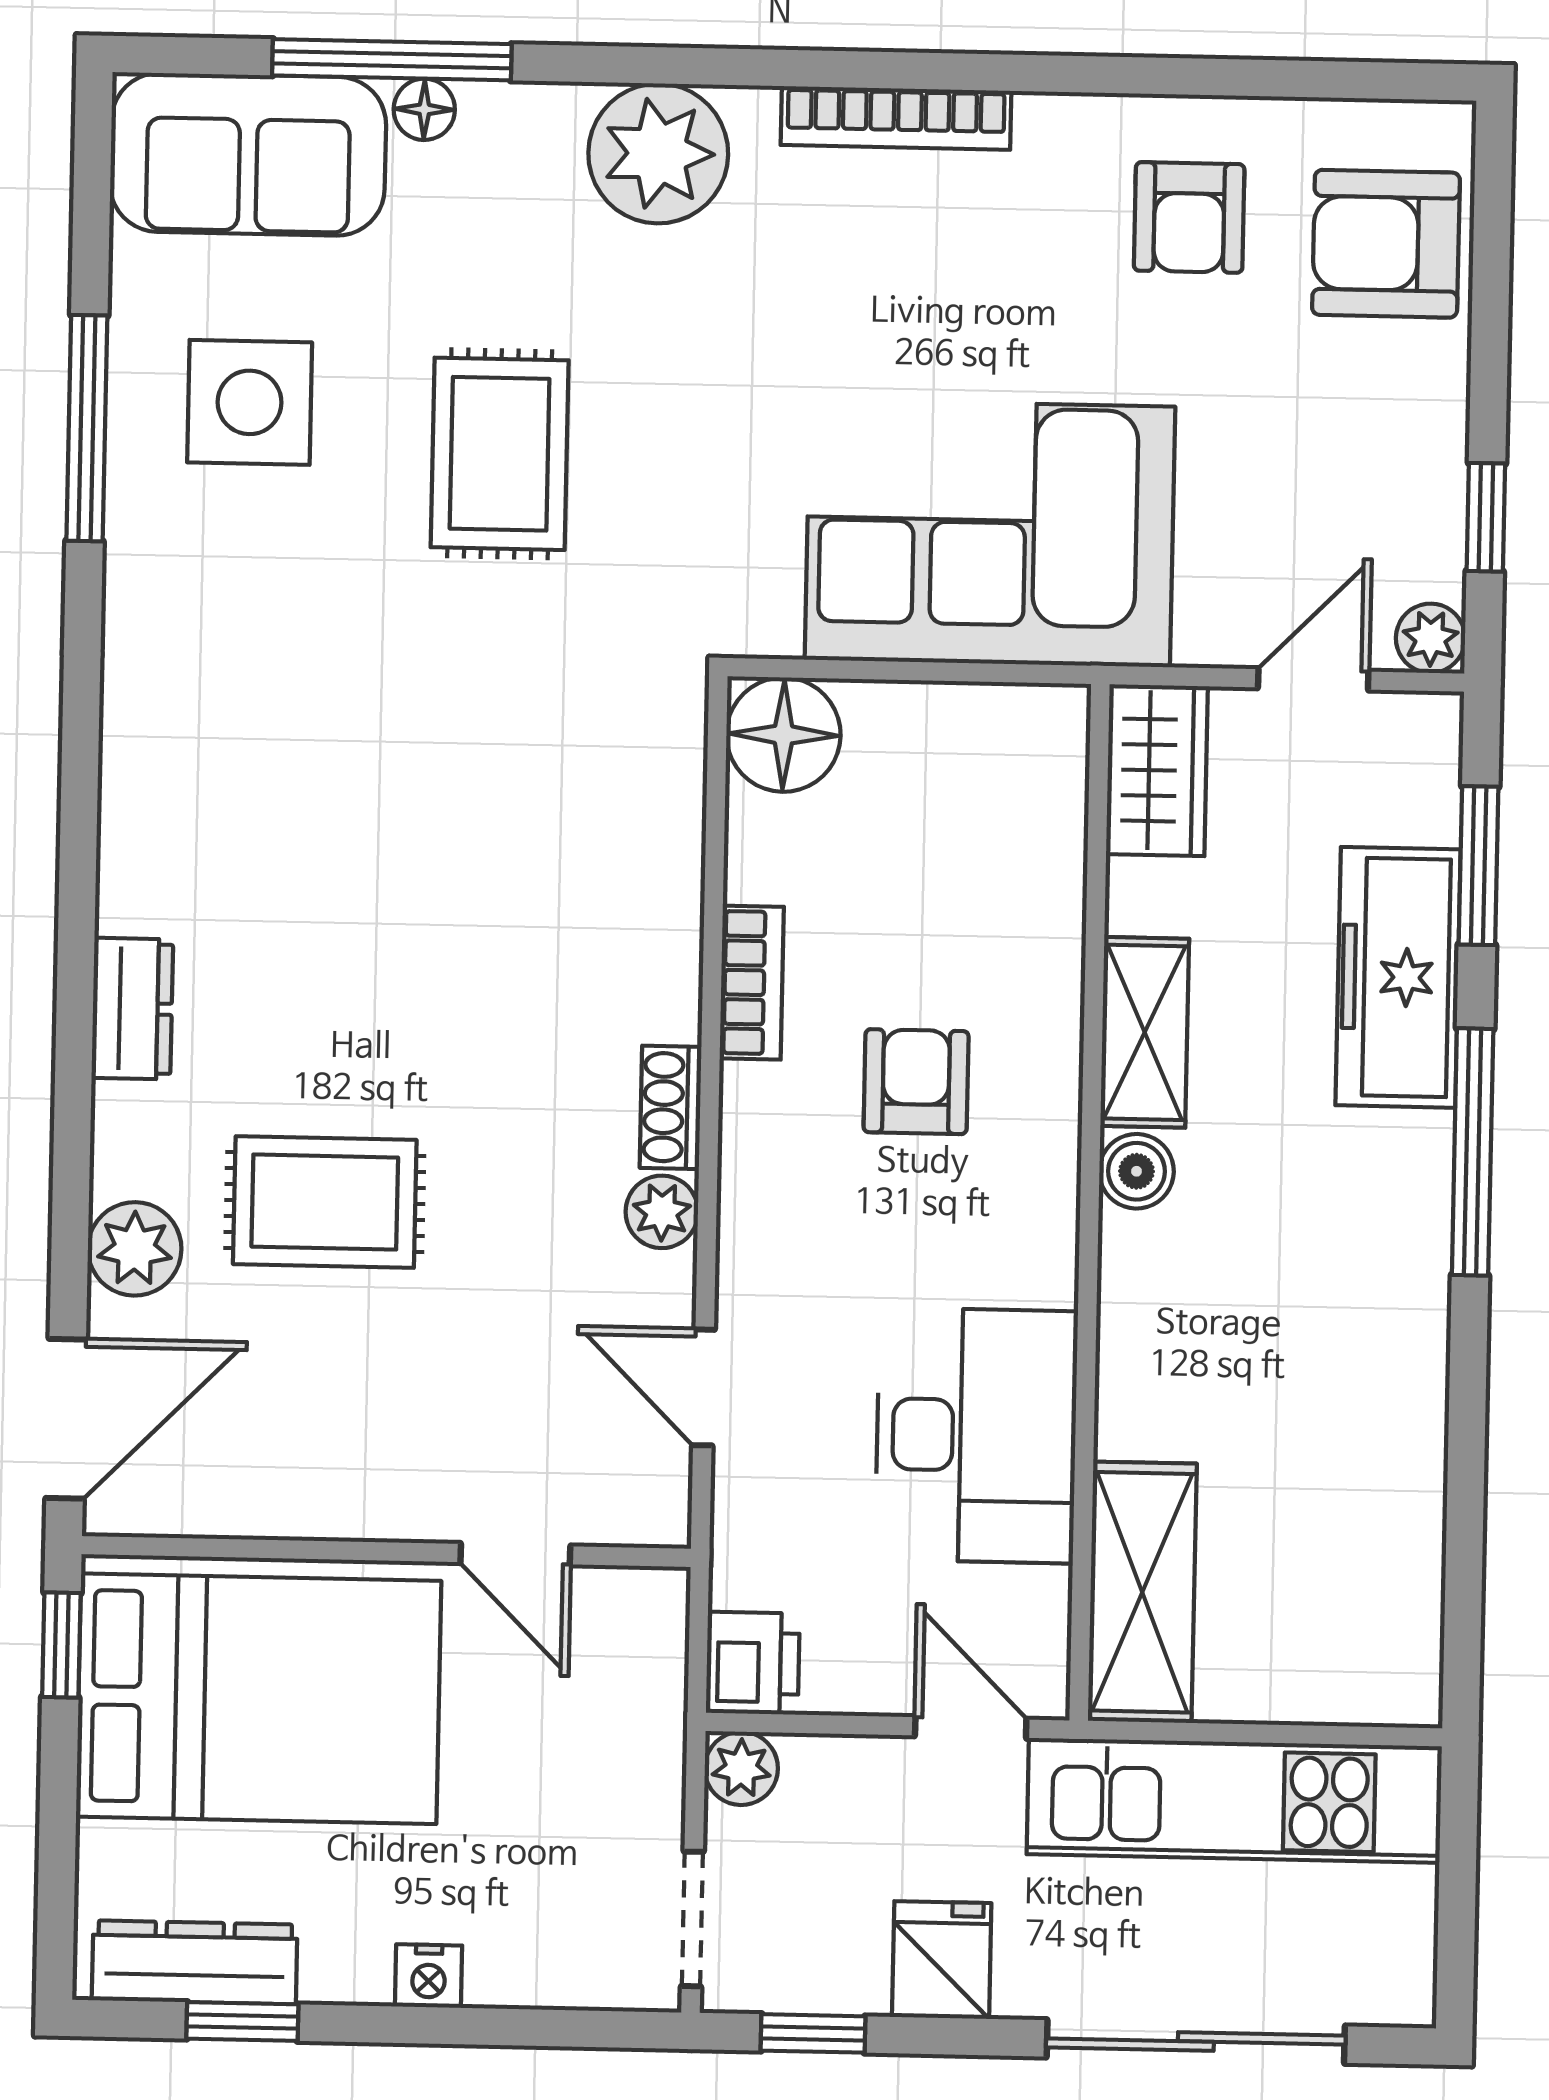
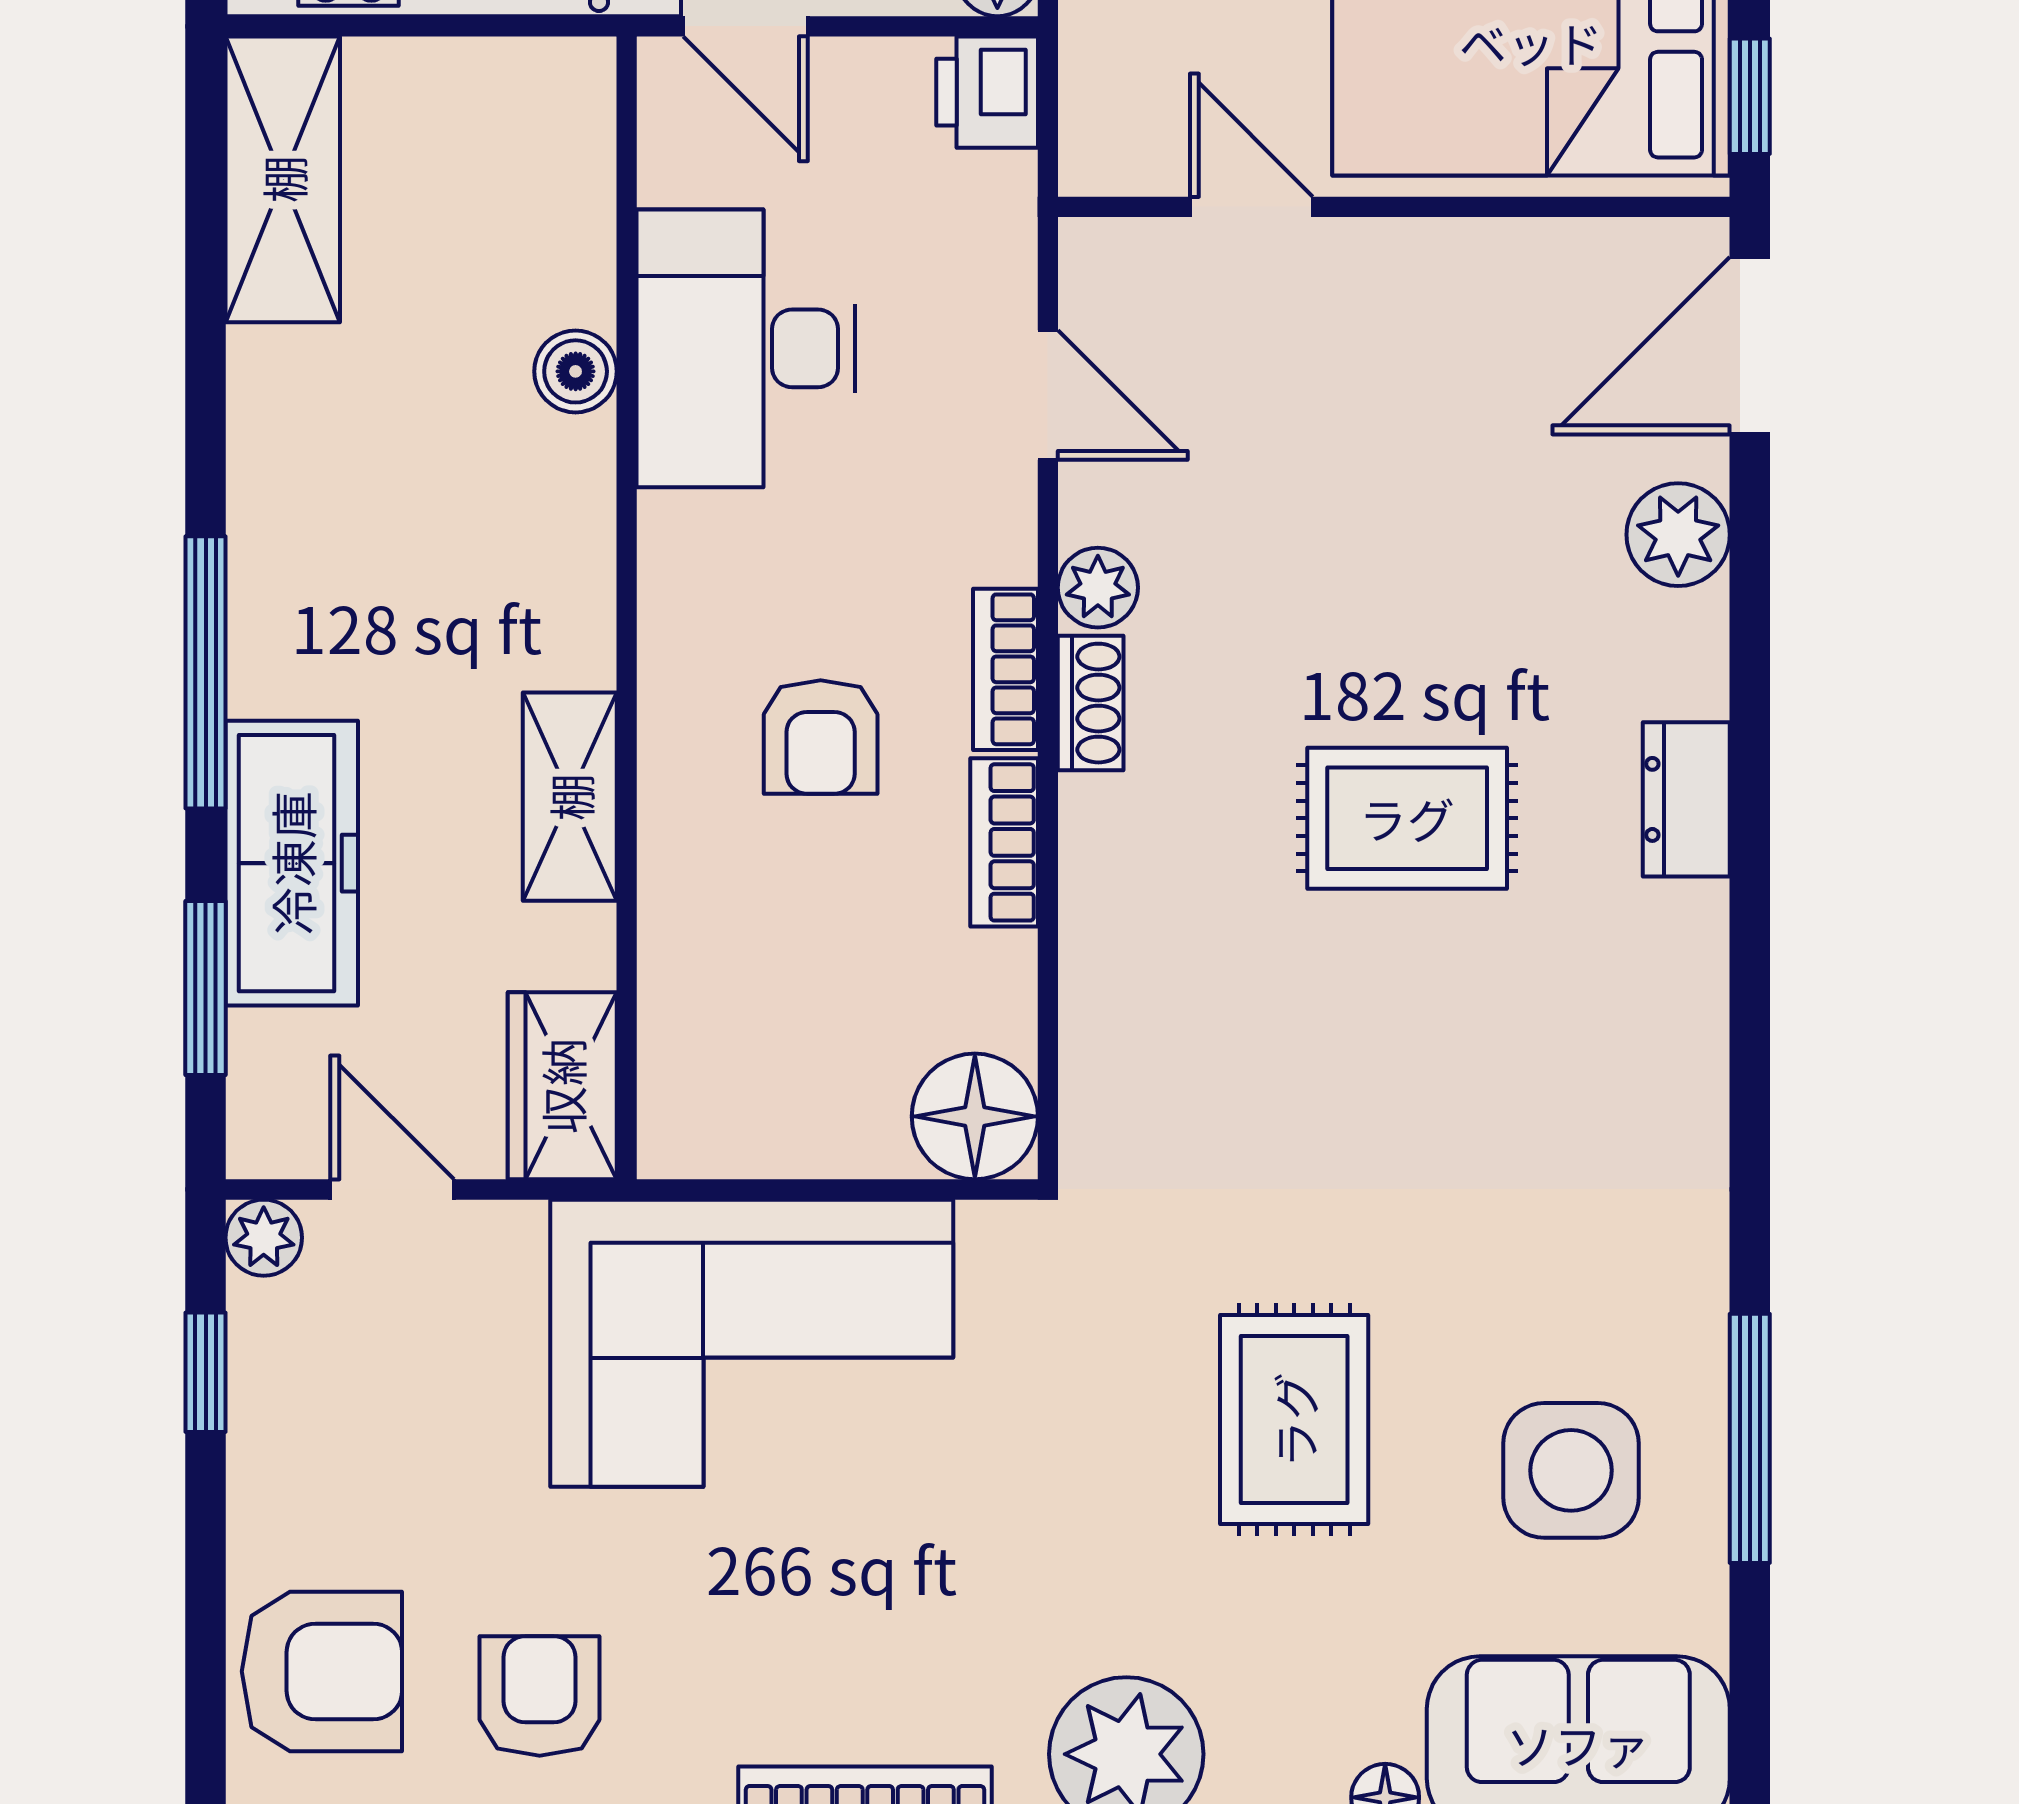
door: (1313, 679) -> (392, 1189), swing flipped
bookcase: (747, 1139) -> (1005, 669), added
boiler: (1137, 1171) -> (576, 371), moved
rug: (325, 1202) -> (1407, 818), moved
shelving: (1142, 1592) -> (283, 179), moved

